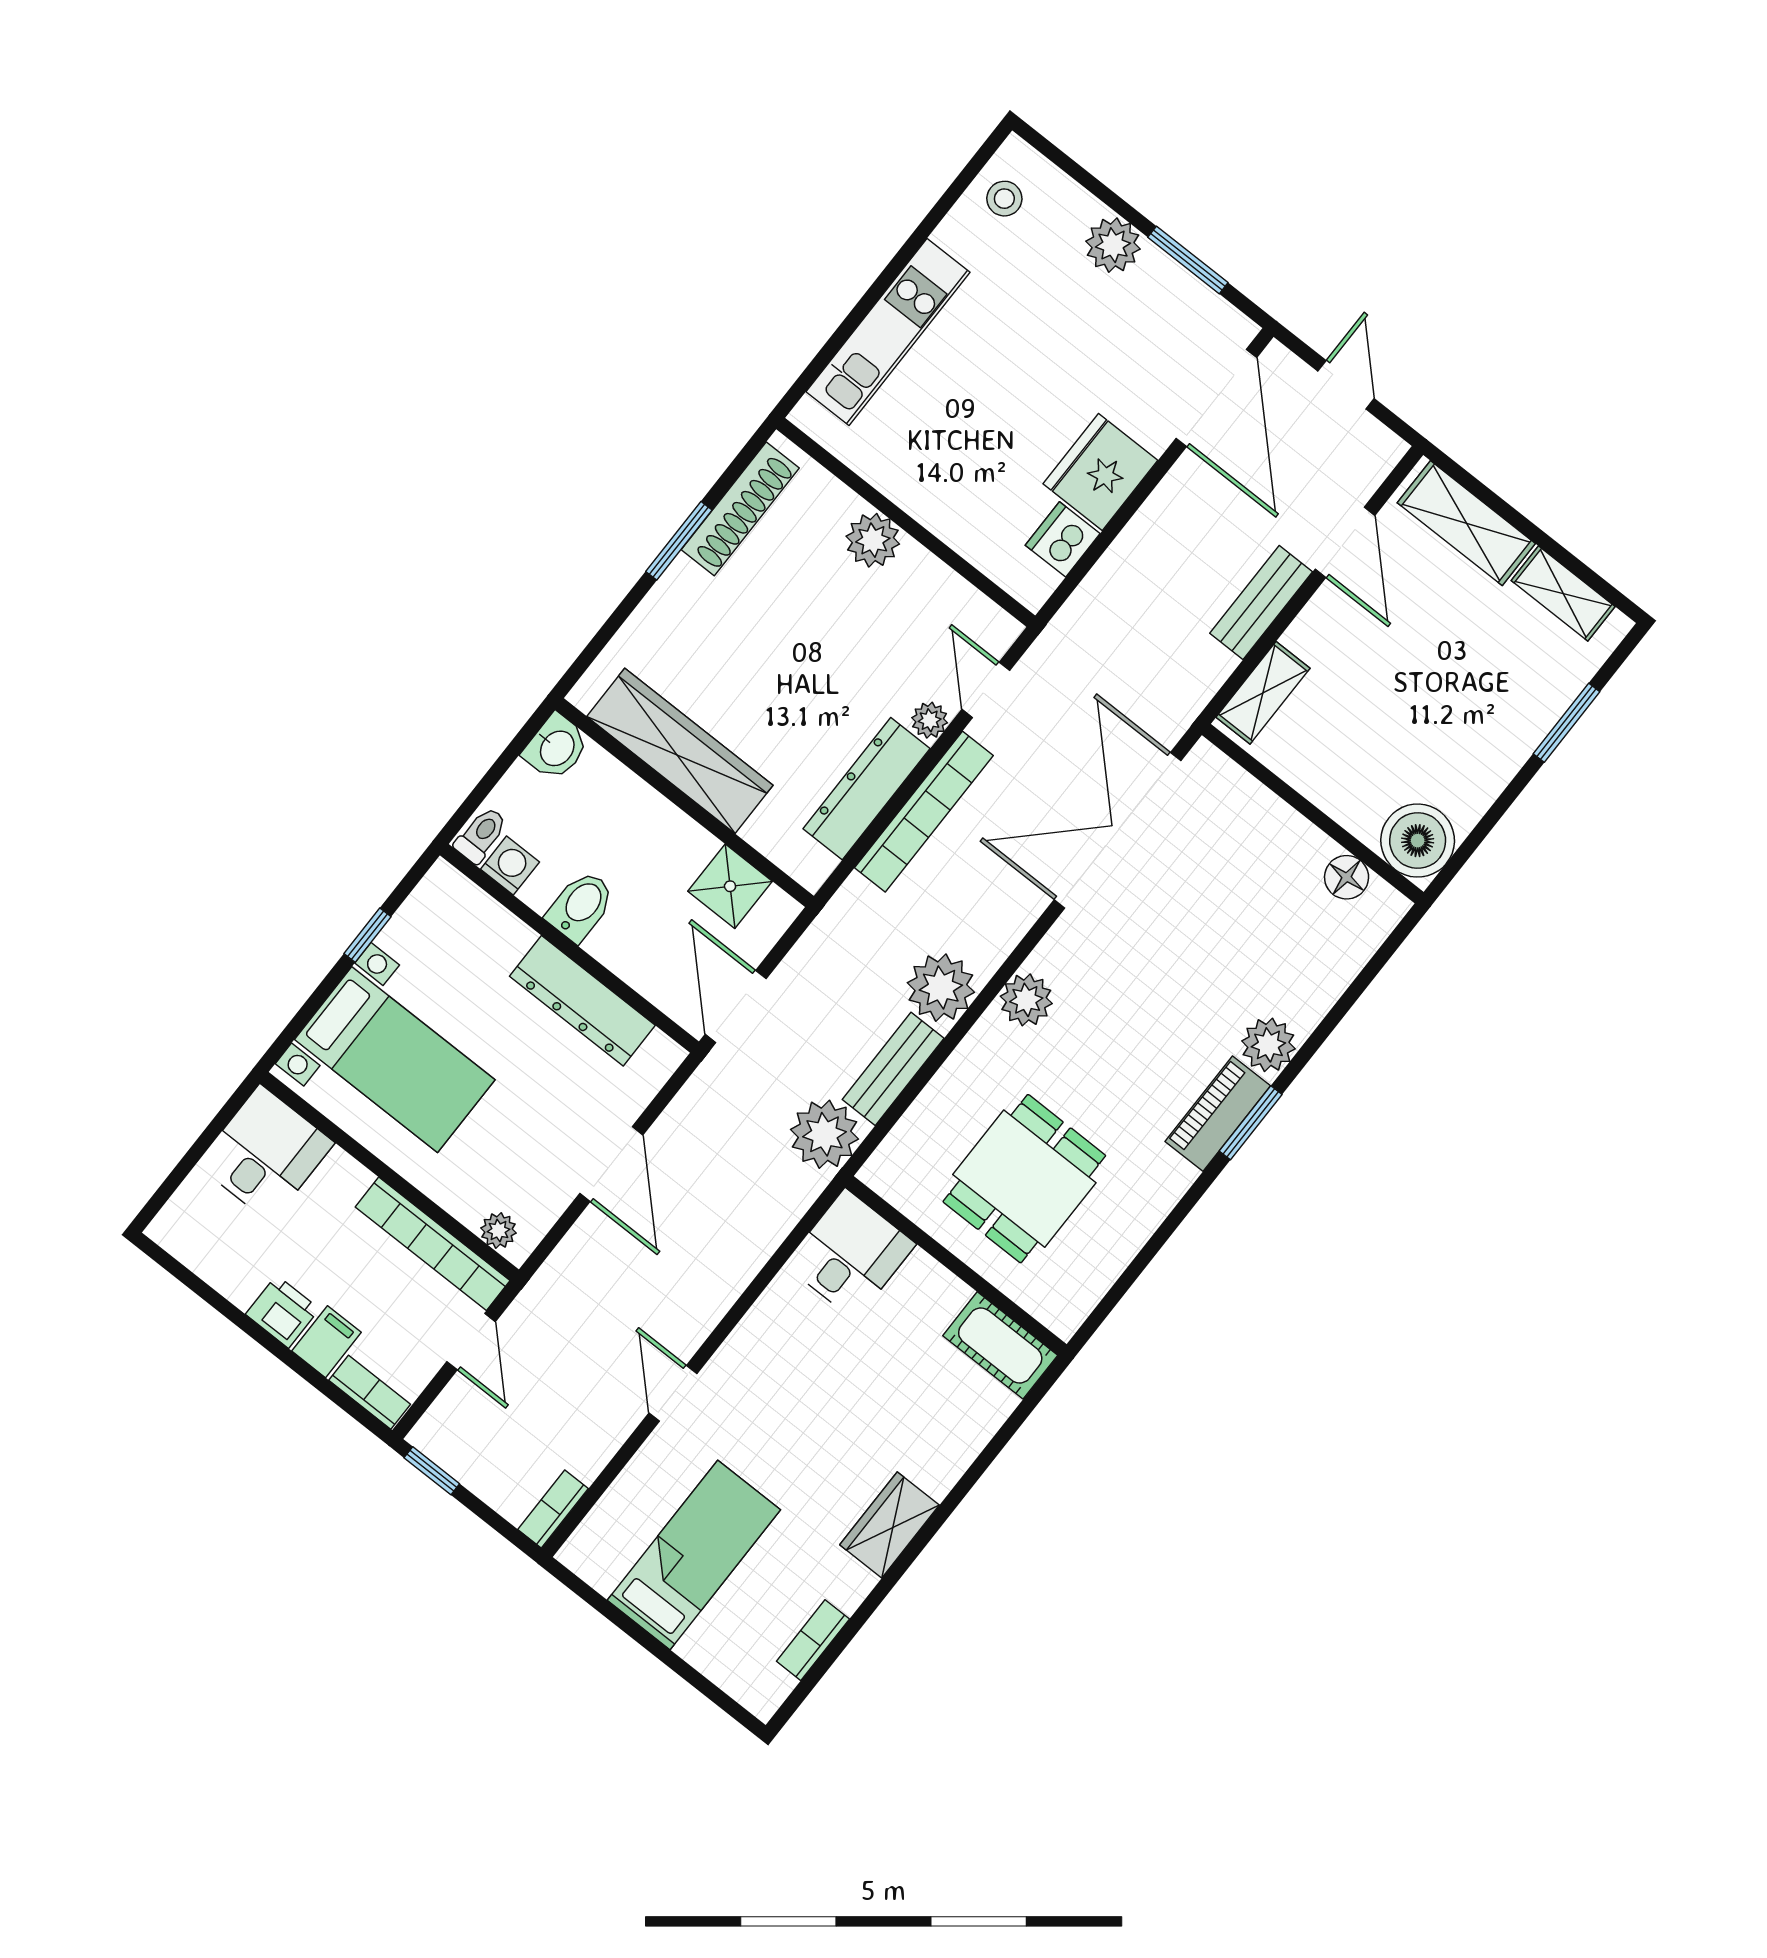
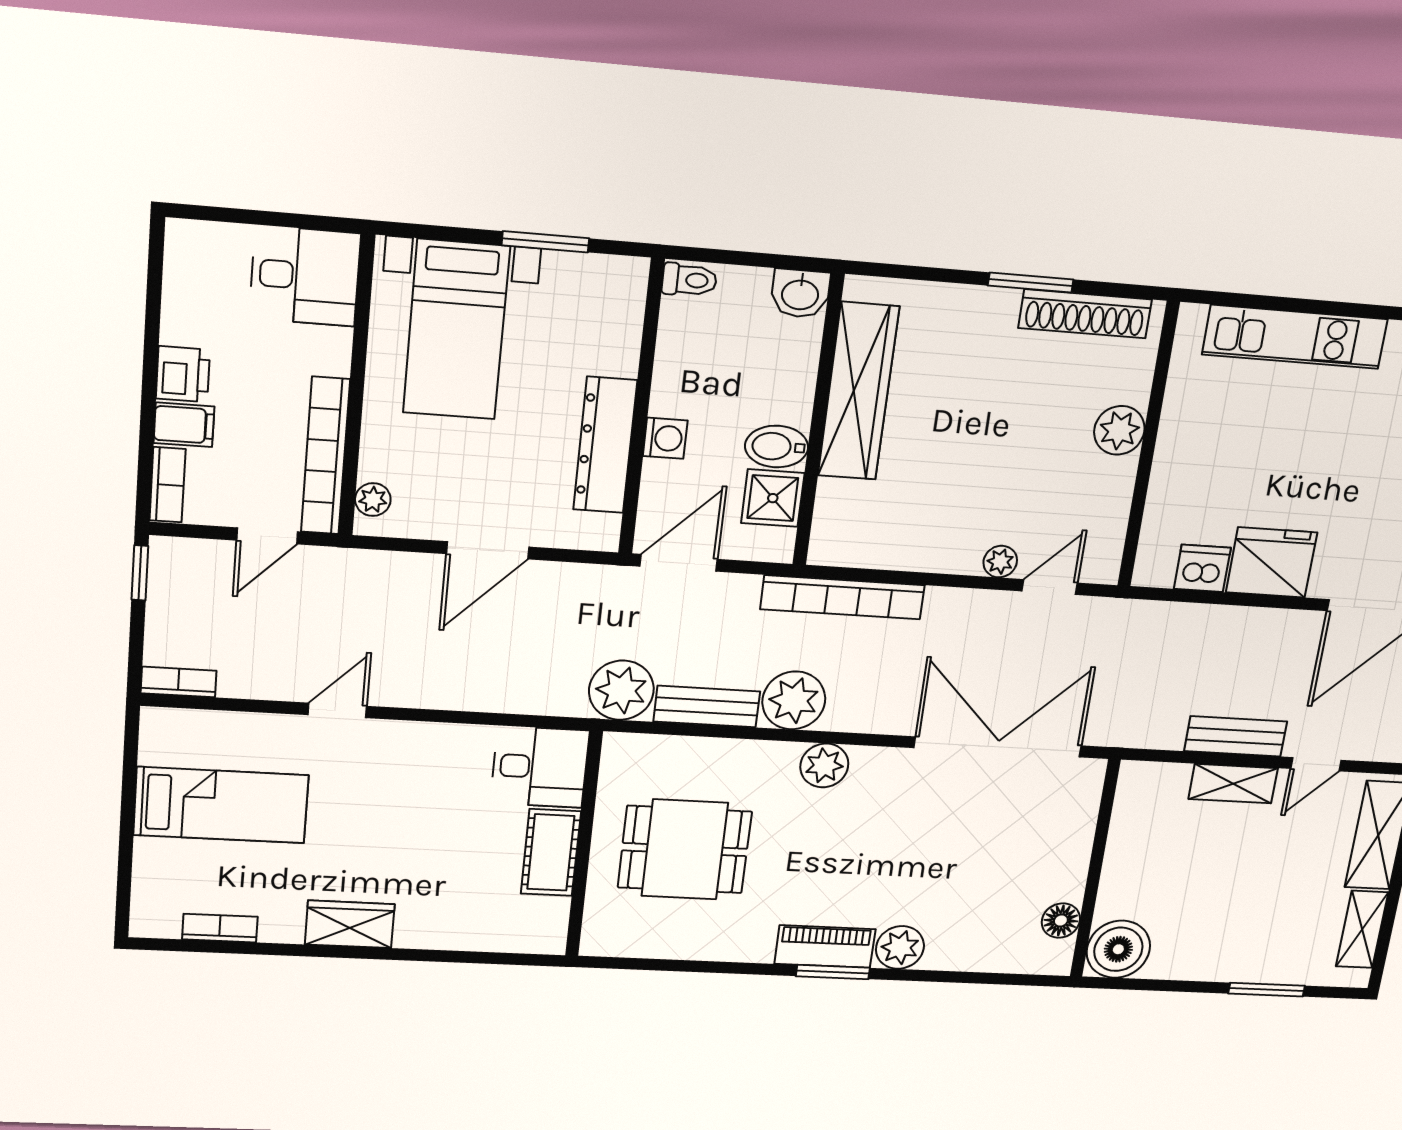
door: (1345, 542) -> (1316, 764), width x0.73
shelving: (1263, 693) -> (1233, 784), moved
dresser: (867, 789) -> (917, 550), removed
bookcase: (924, 812) -> (843, 597), moved
washing machine: (510, 866) -> (665, 438), moved
bidet: (581, 906) -> (777, 447), moved, turned 180
window: (367, 935) -> (545, 242), width x1.50
cot: (1000, 1345) -> (551, 853), moved

